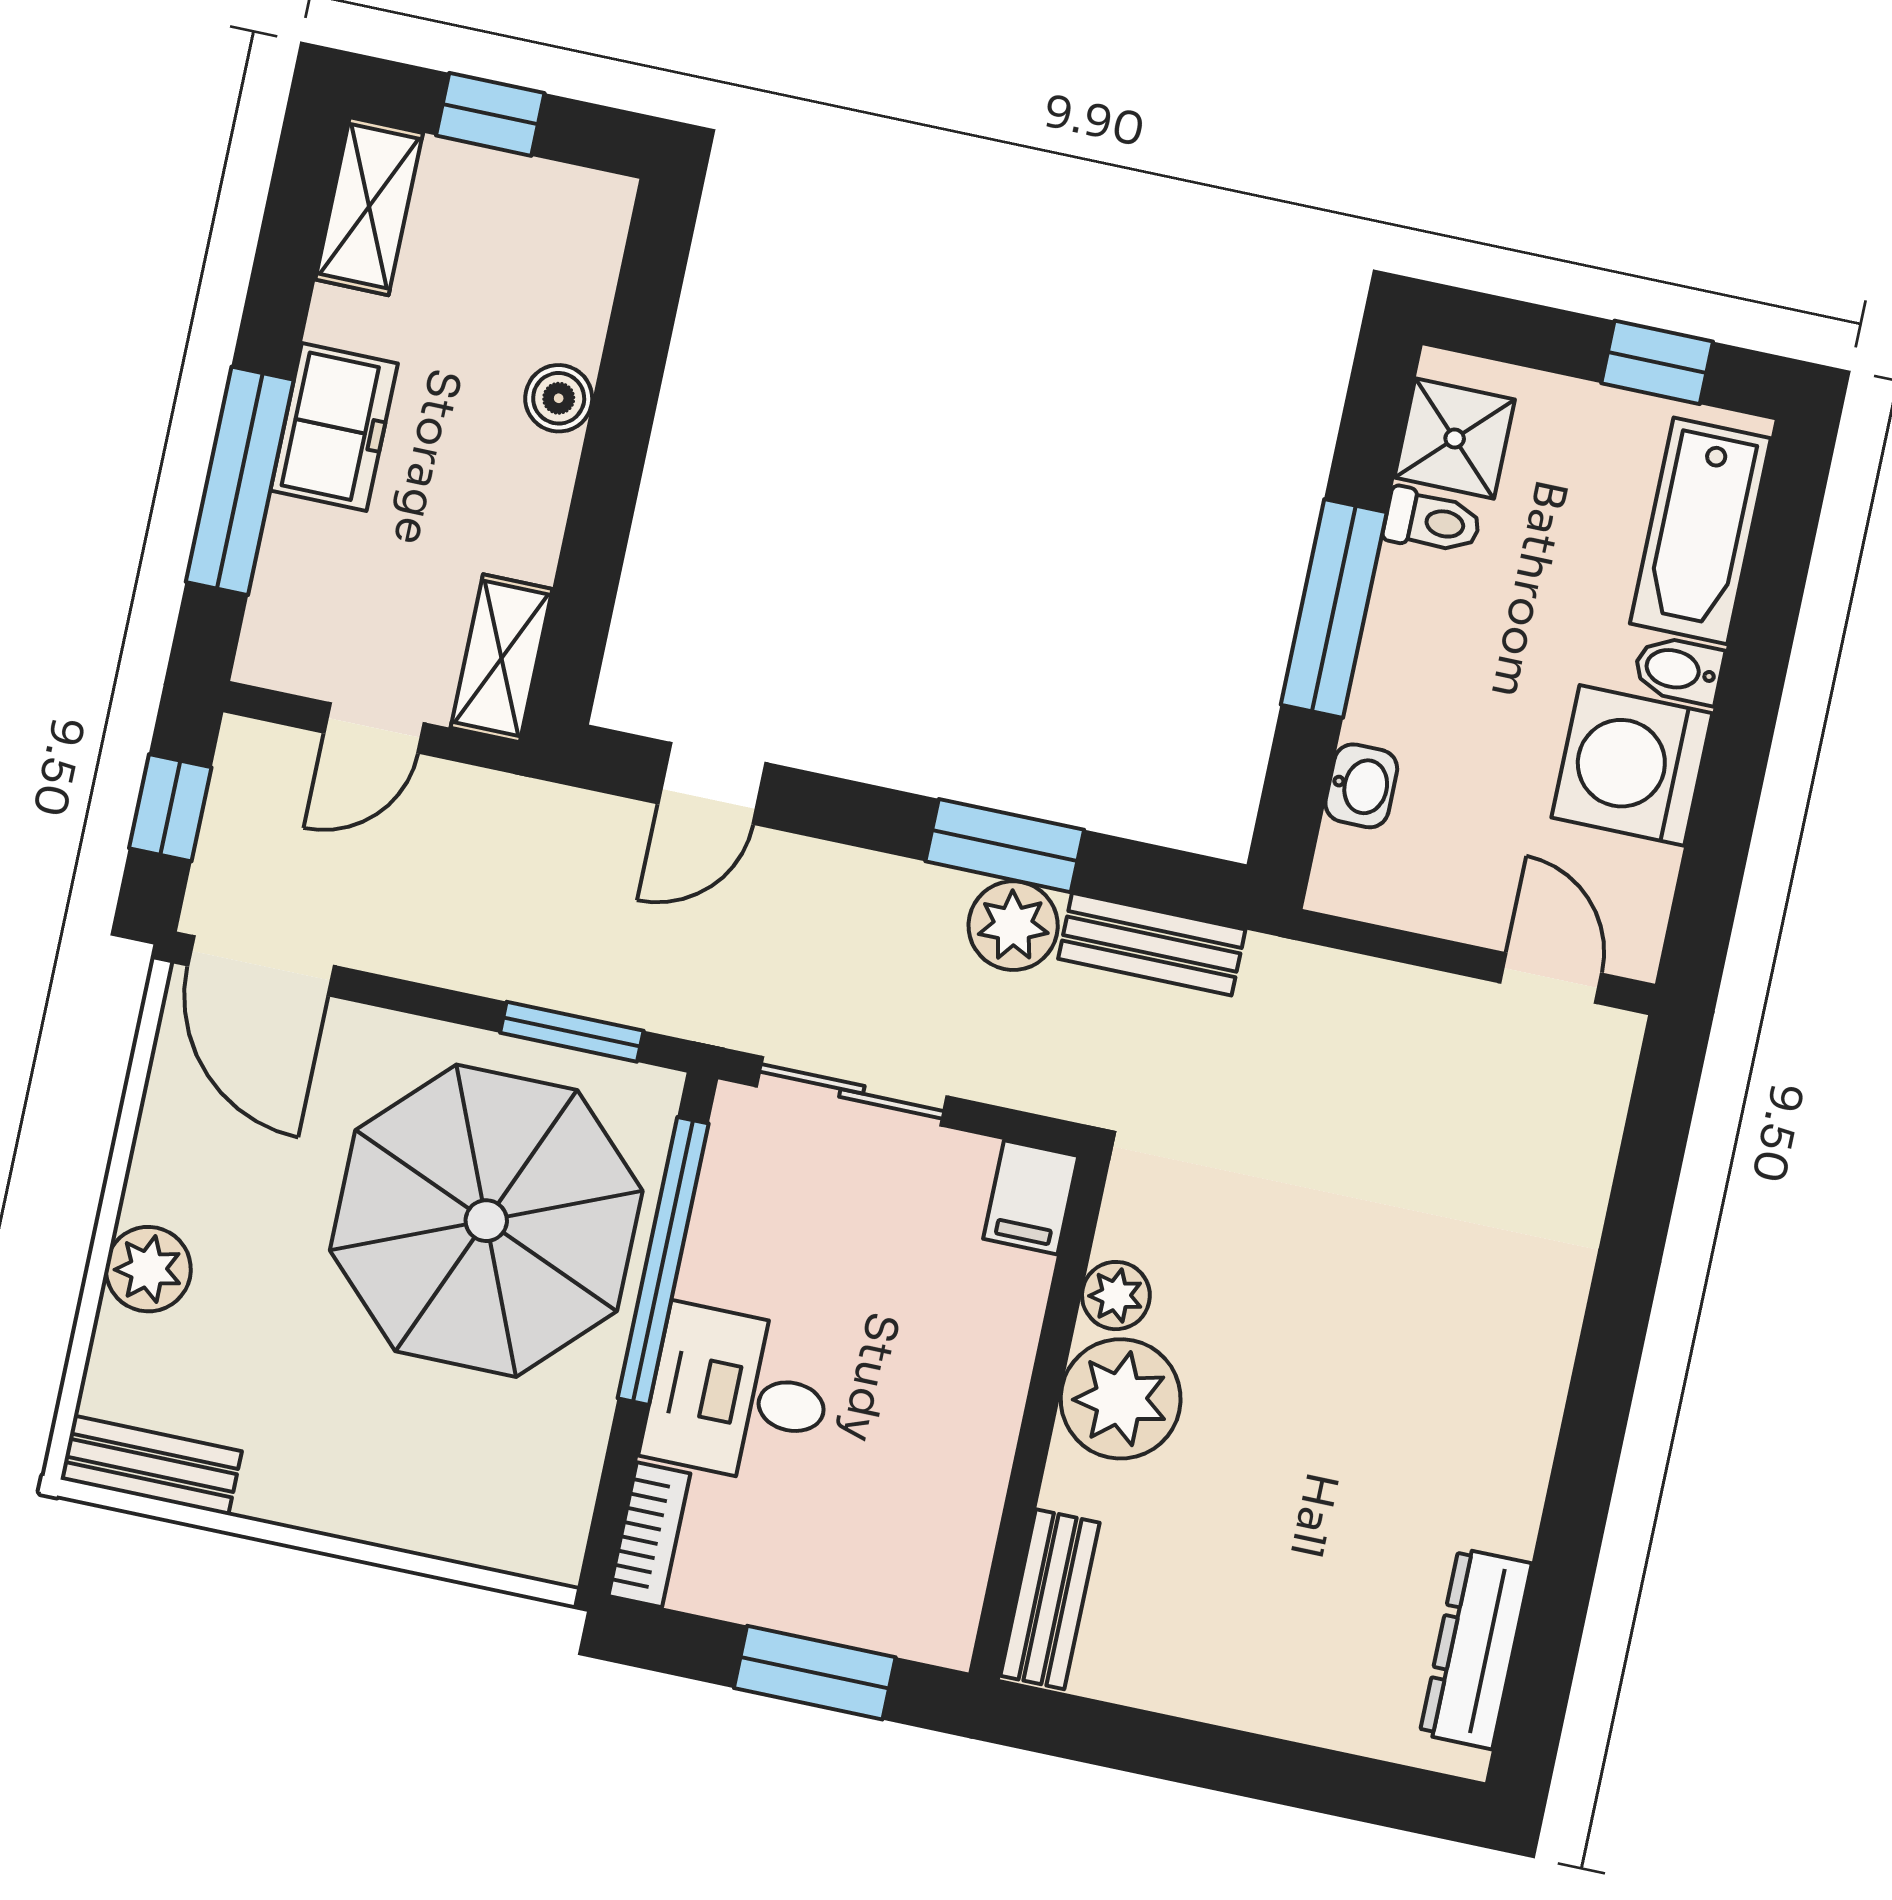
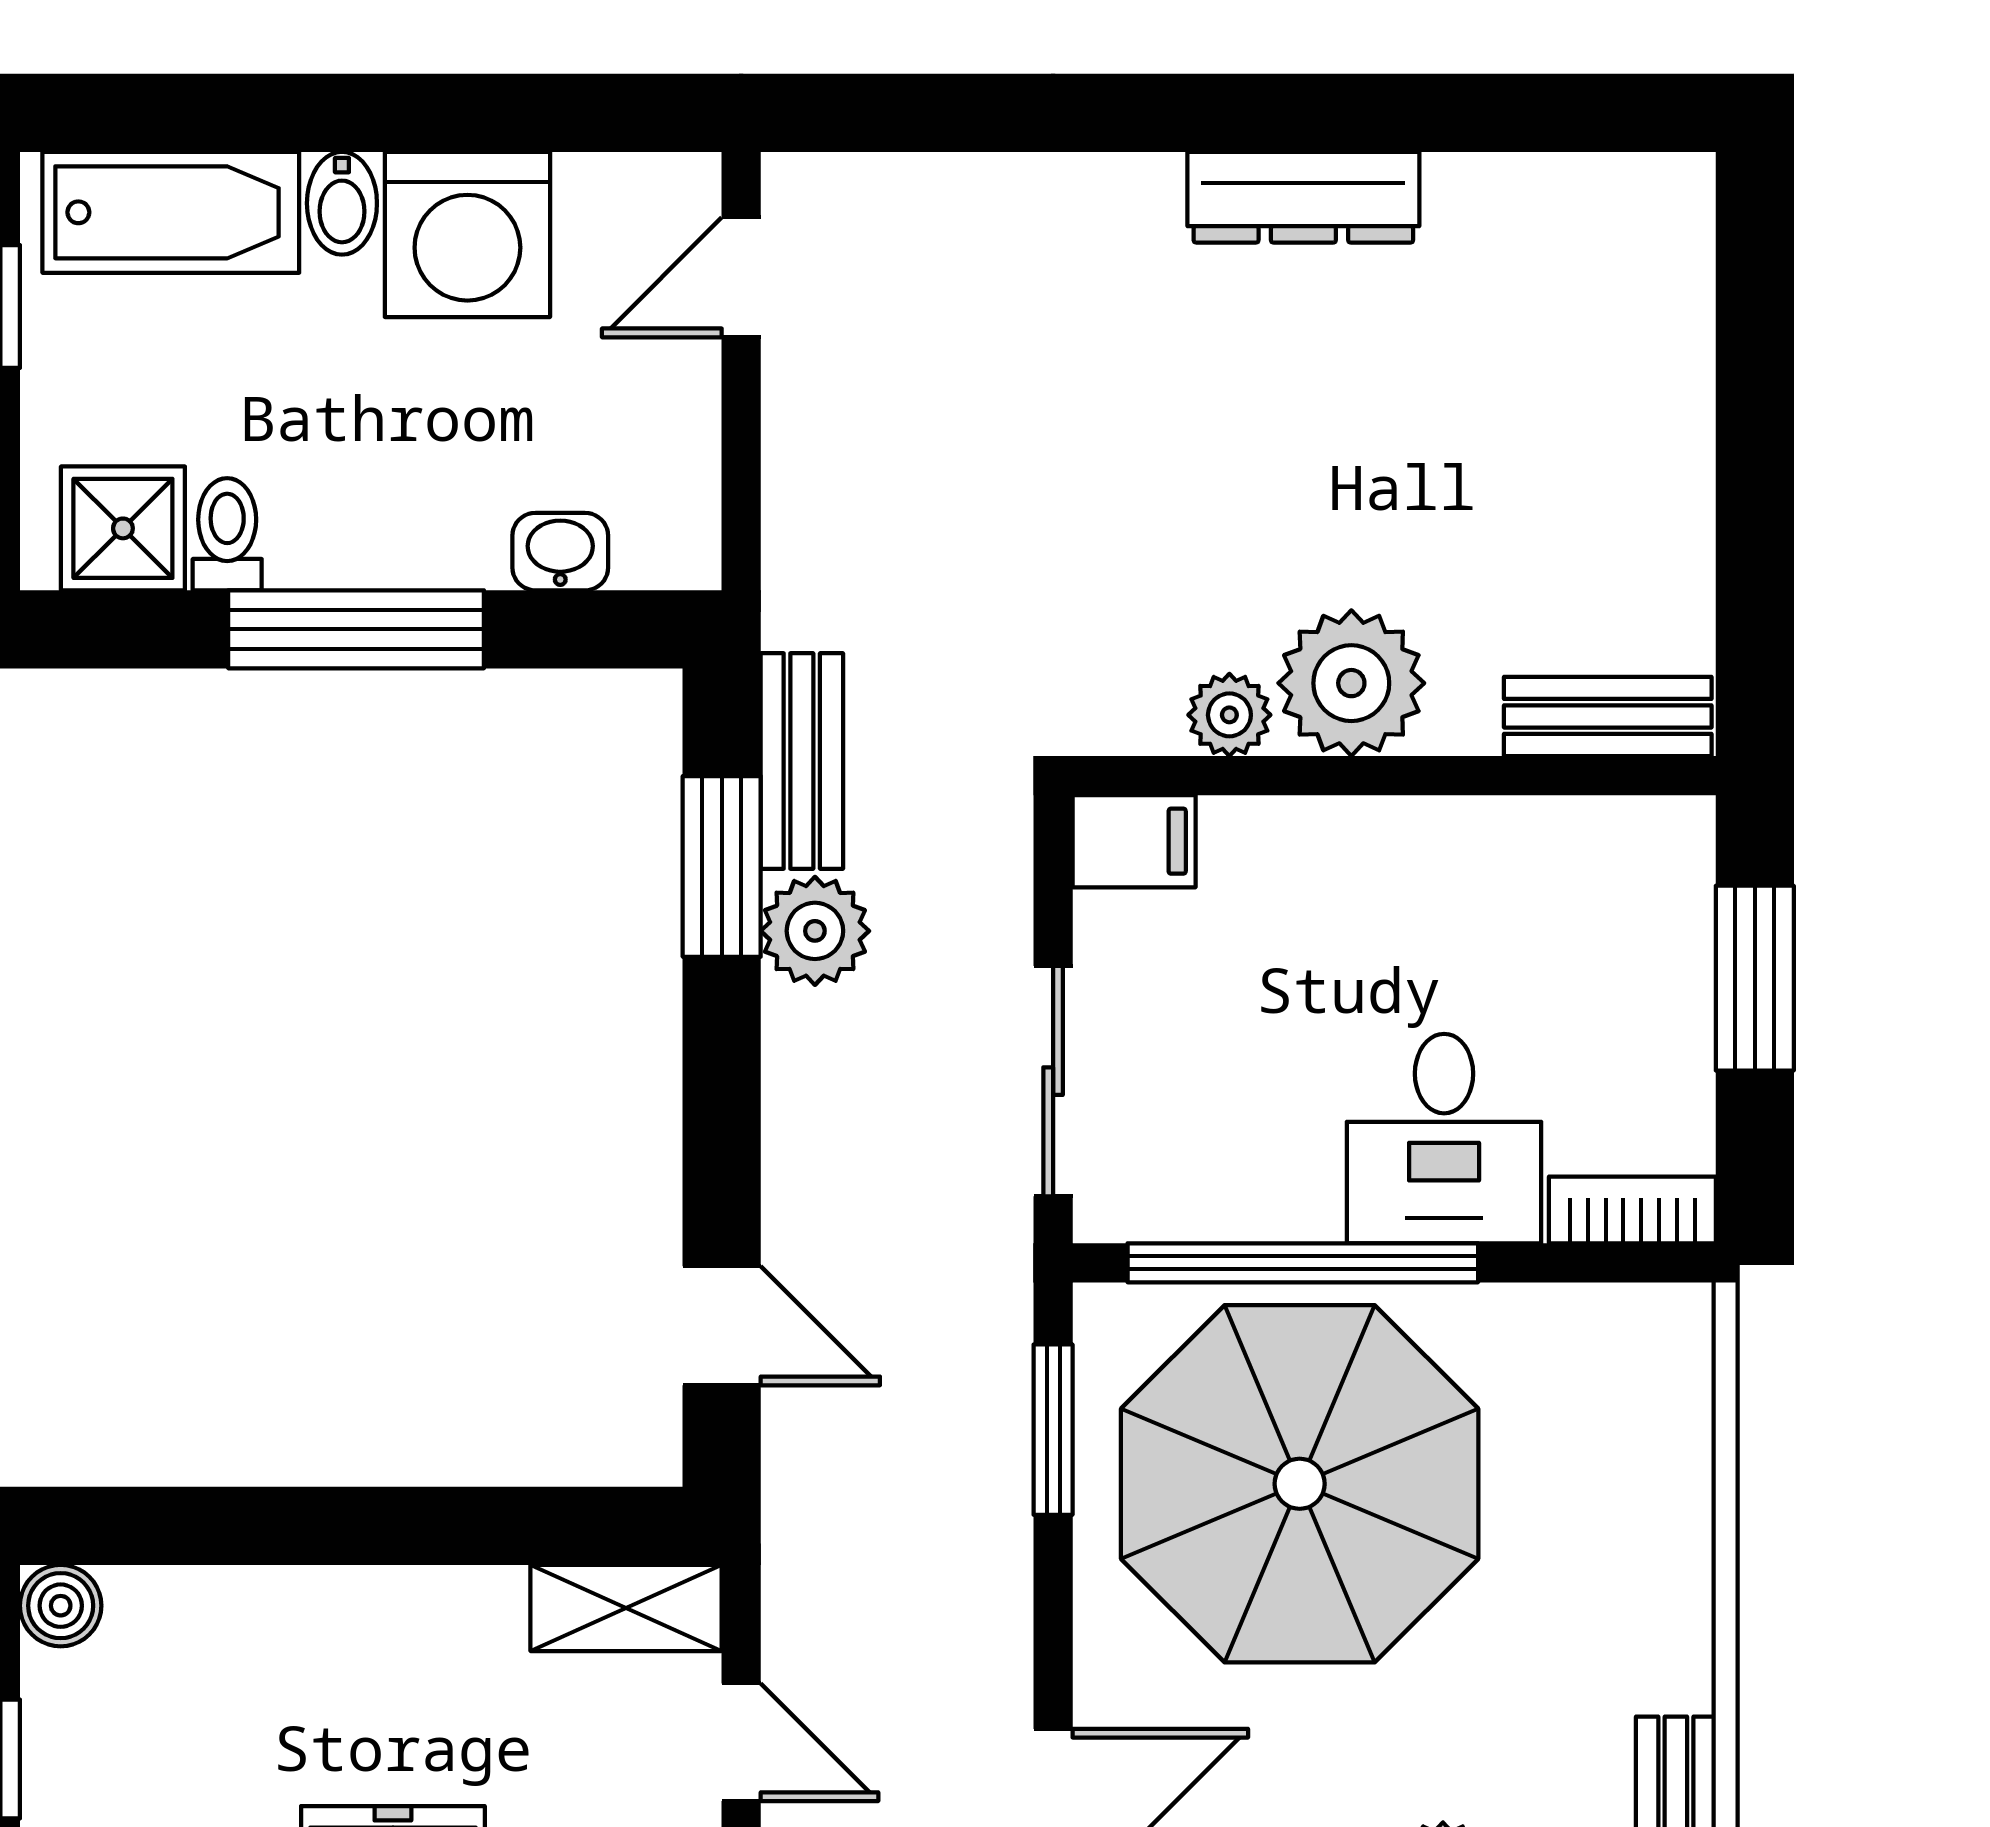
boiler: (559, 398) -> (61, 1606), moved
window: (1005, 846) -> (722, 866), moved
dresser: (1476, 1649) -> (1303, 197), moved

